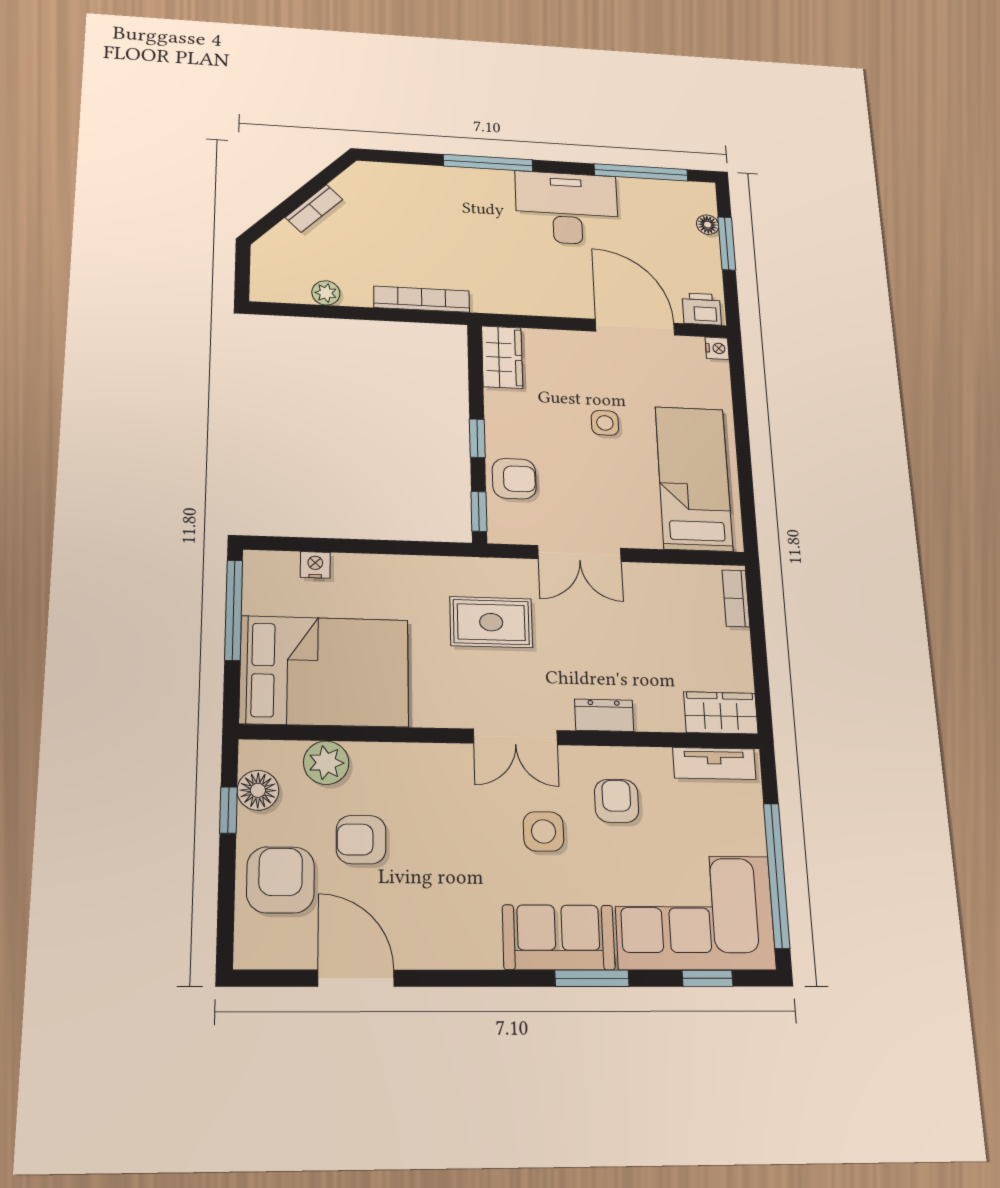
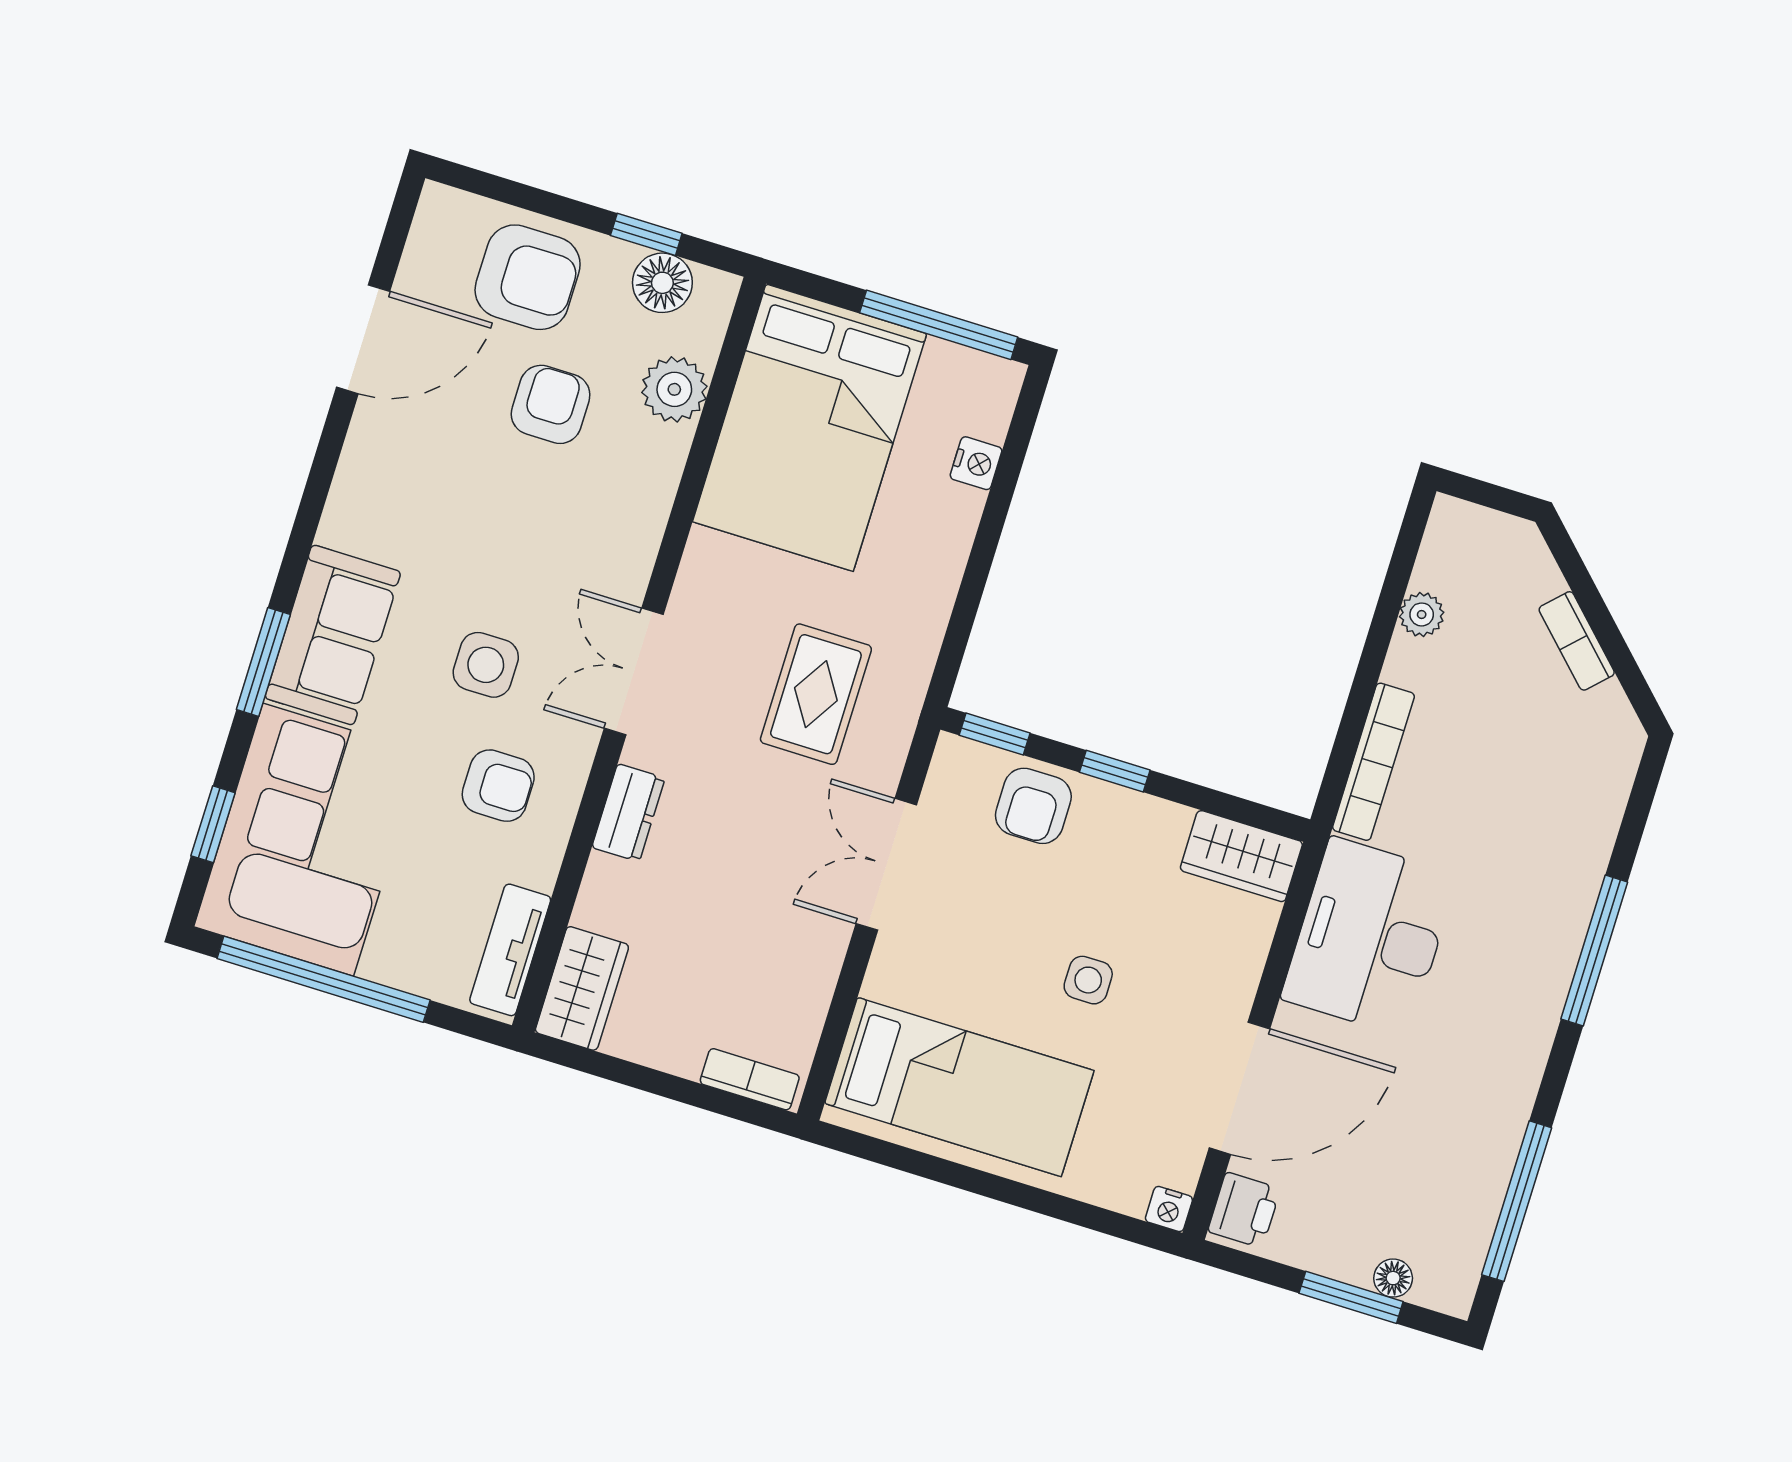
desk: (567, 208) -> (1369, 937), moved, turned 180

